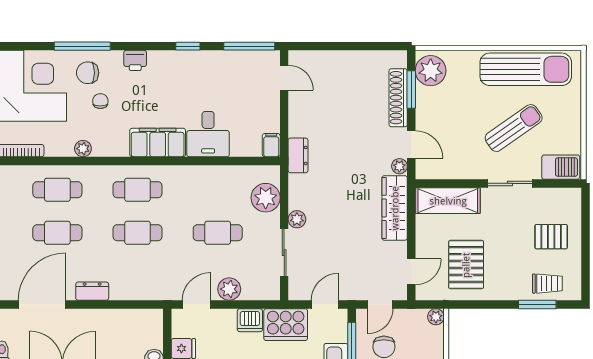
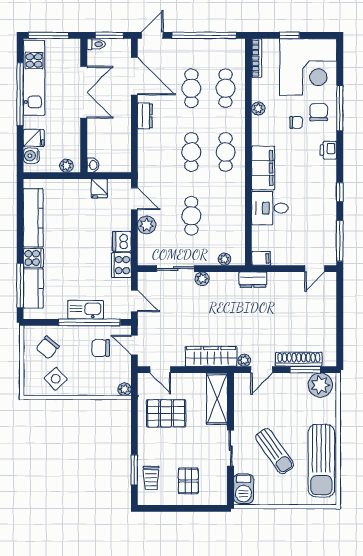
plant: (266, 198) -> (225, 259), width x0.53, depth x0.53
cooker: (286, 325) -> (121, 265), width x0.73, depth x0.76

